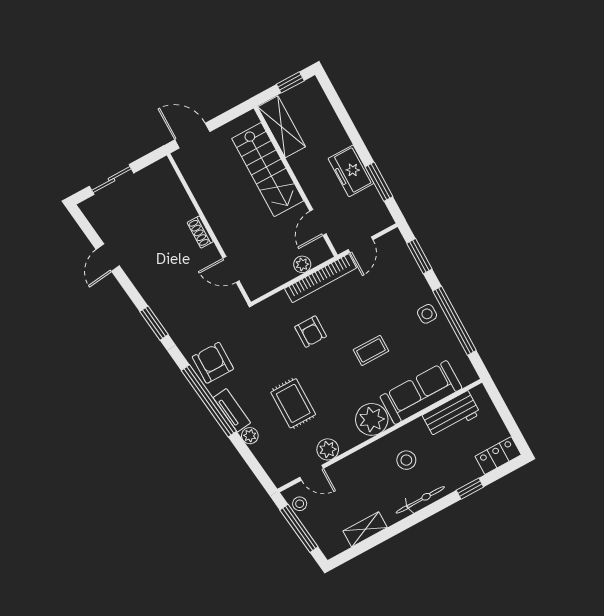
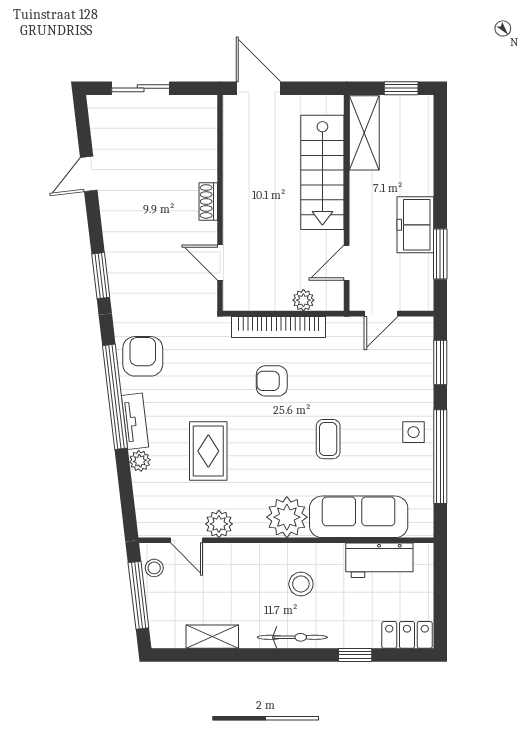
bookcase: (321, 278) -> (279, 327), moved
armchair: (311, 332) -> (272, 381), turned 90
coffee table: (371, 350) -> (328, 439), turned 90

